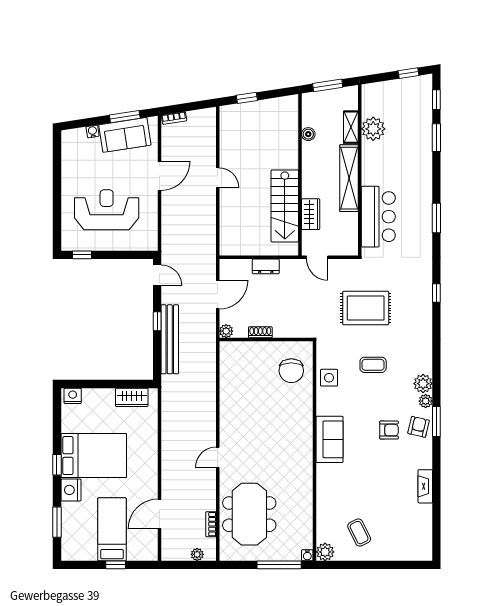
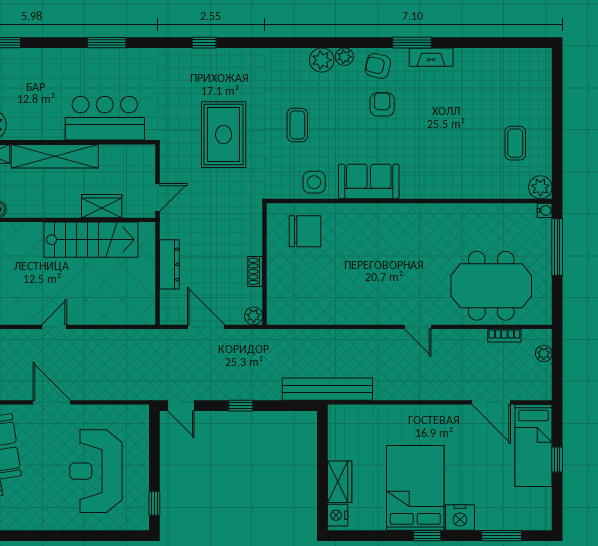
dresser: (266, 266) -> (169, 264), width x1.44
door: (157, 275) -> (181, 406), swing flipped
bench: (170, 339) -> (327, 389), moved
wardrobe: (132, 397) -> (340, 482), moved
window: (436, 422) -> (412, 43), moved
sofa: (330, 439) -> (369, 181), moved
fireplace: (425, 486) -> (431, 57), moved
bed: (112, 529) -> (534, 445), moved, turned -90
coffee table: (359, 533) -> (515, 143), turned -64

